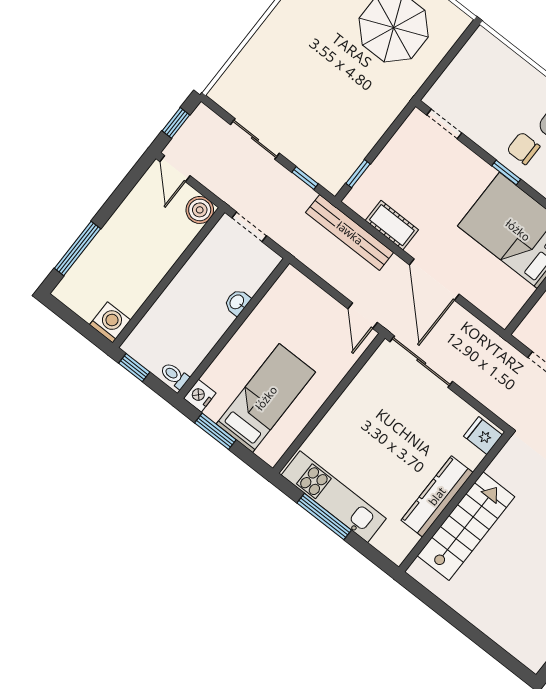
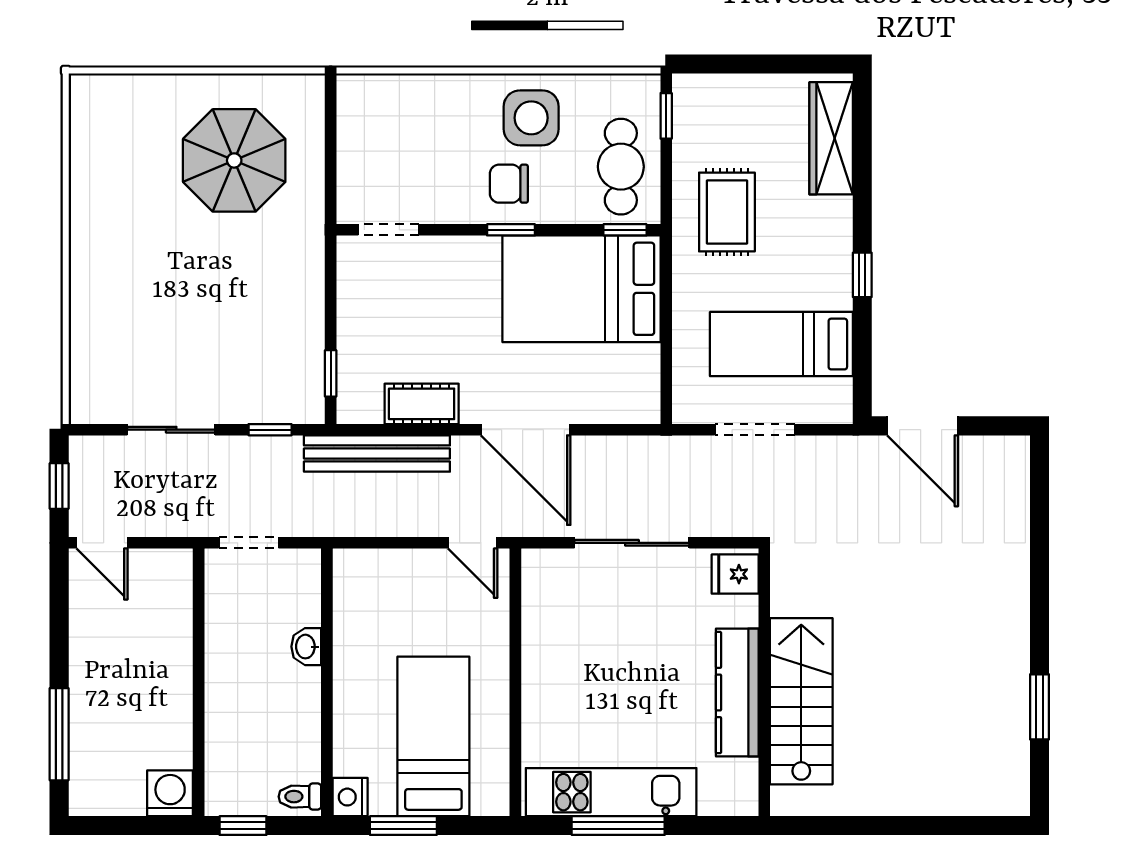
boiler: (200, 210) -> (172, 570), removed
sliding door: (421, 362) -> (632, 543), moved

